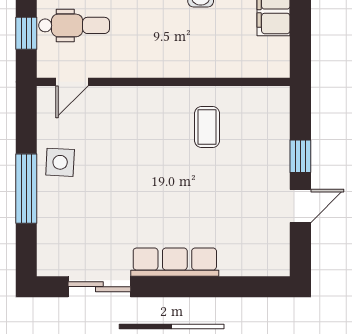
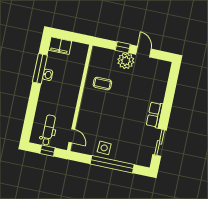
plant: (271, 170) -> (126, 61), added
window: (26, 189) -> (112, 164), width x1.46
row of seats: (175, 262) -> (155, 115), width x0.68

